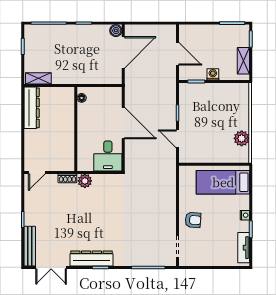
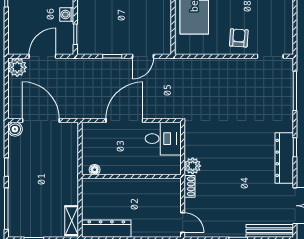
plant: (168, 32) -> (17, 67), added

